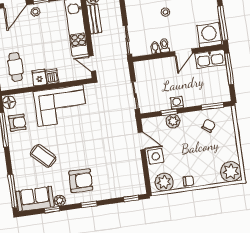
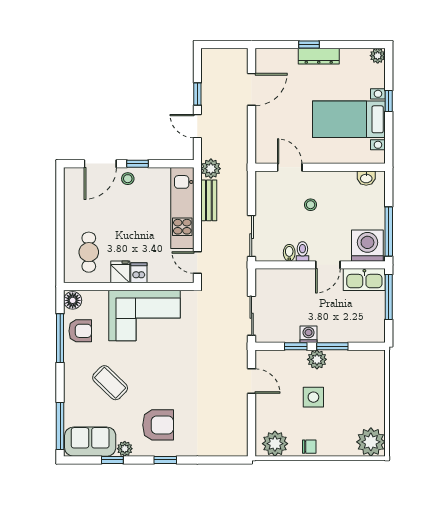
window: (212, 106) -> (332, 346), moved
plant: (173, 121) -> (317, 359), moved
chair: (209, 126) -> (349, 373), removed
side table: (156, 156) -> (313, 397), moved
window: (131, 198) -> (226, 460), removed

